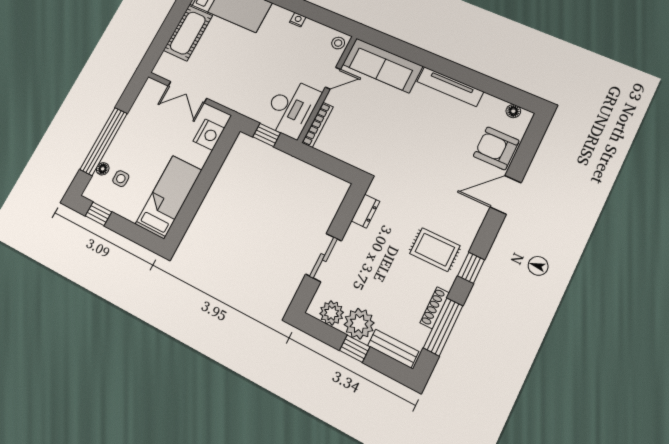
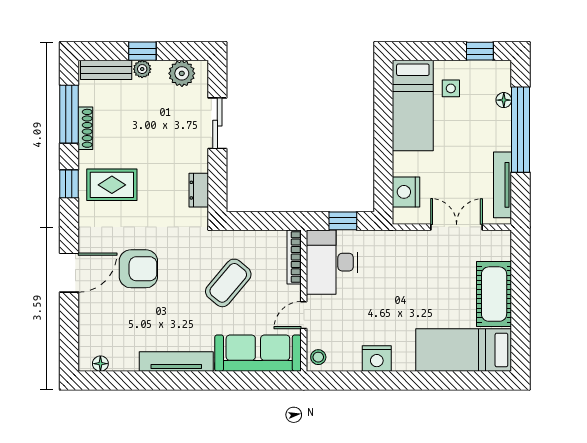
nightstand: (298, 20) -> (377, 359), width x1.89, depth x1.79
tv unit: (138, 108) -> (503, 185), added
coffee table: (379, 128) -> (228, 283), added
armchair: (496, 148) -> (138, 269), moved
side table: (121, 179) -> (451, 88), moved
plant: (359, 324) -> (142, 69), width x0.53, depth x0.53

